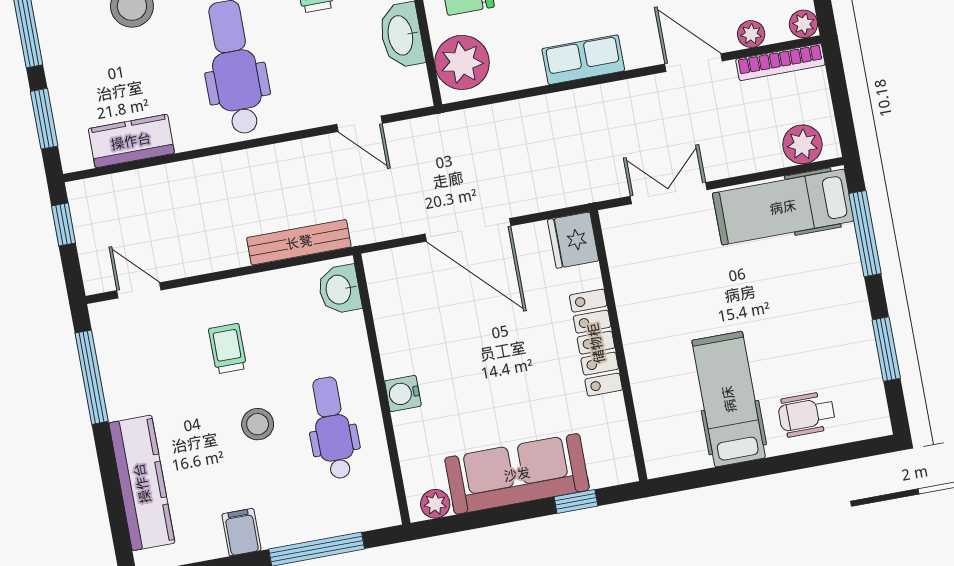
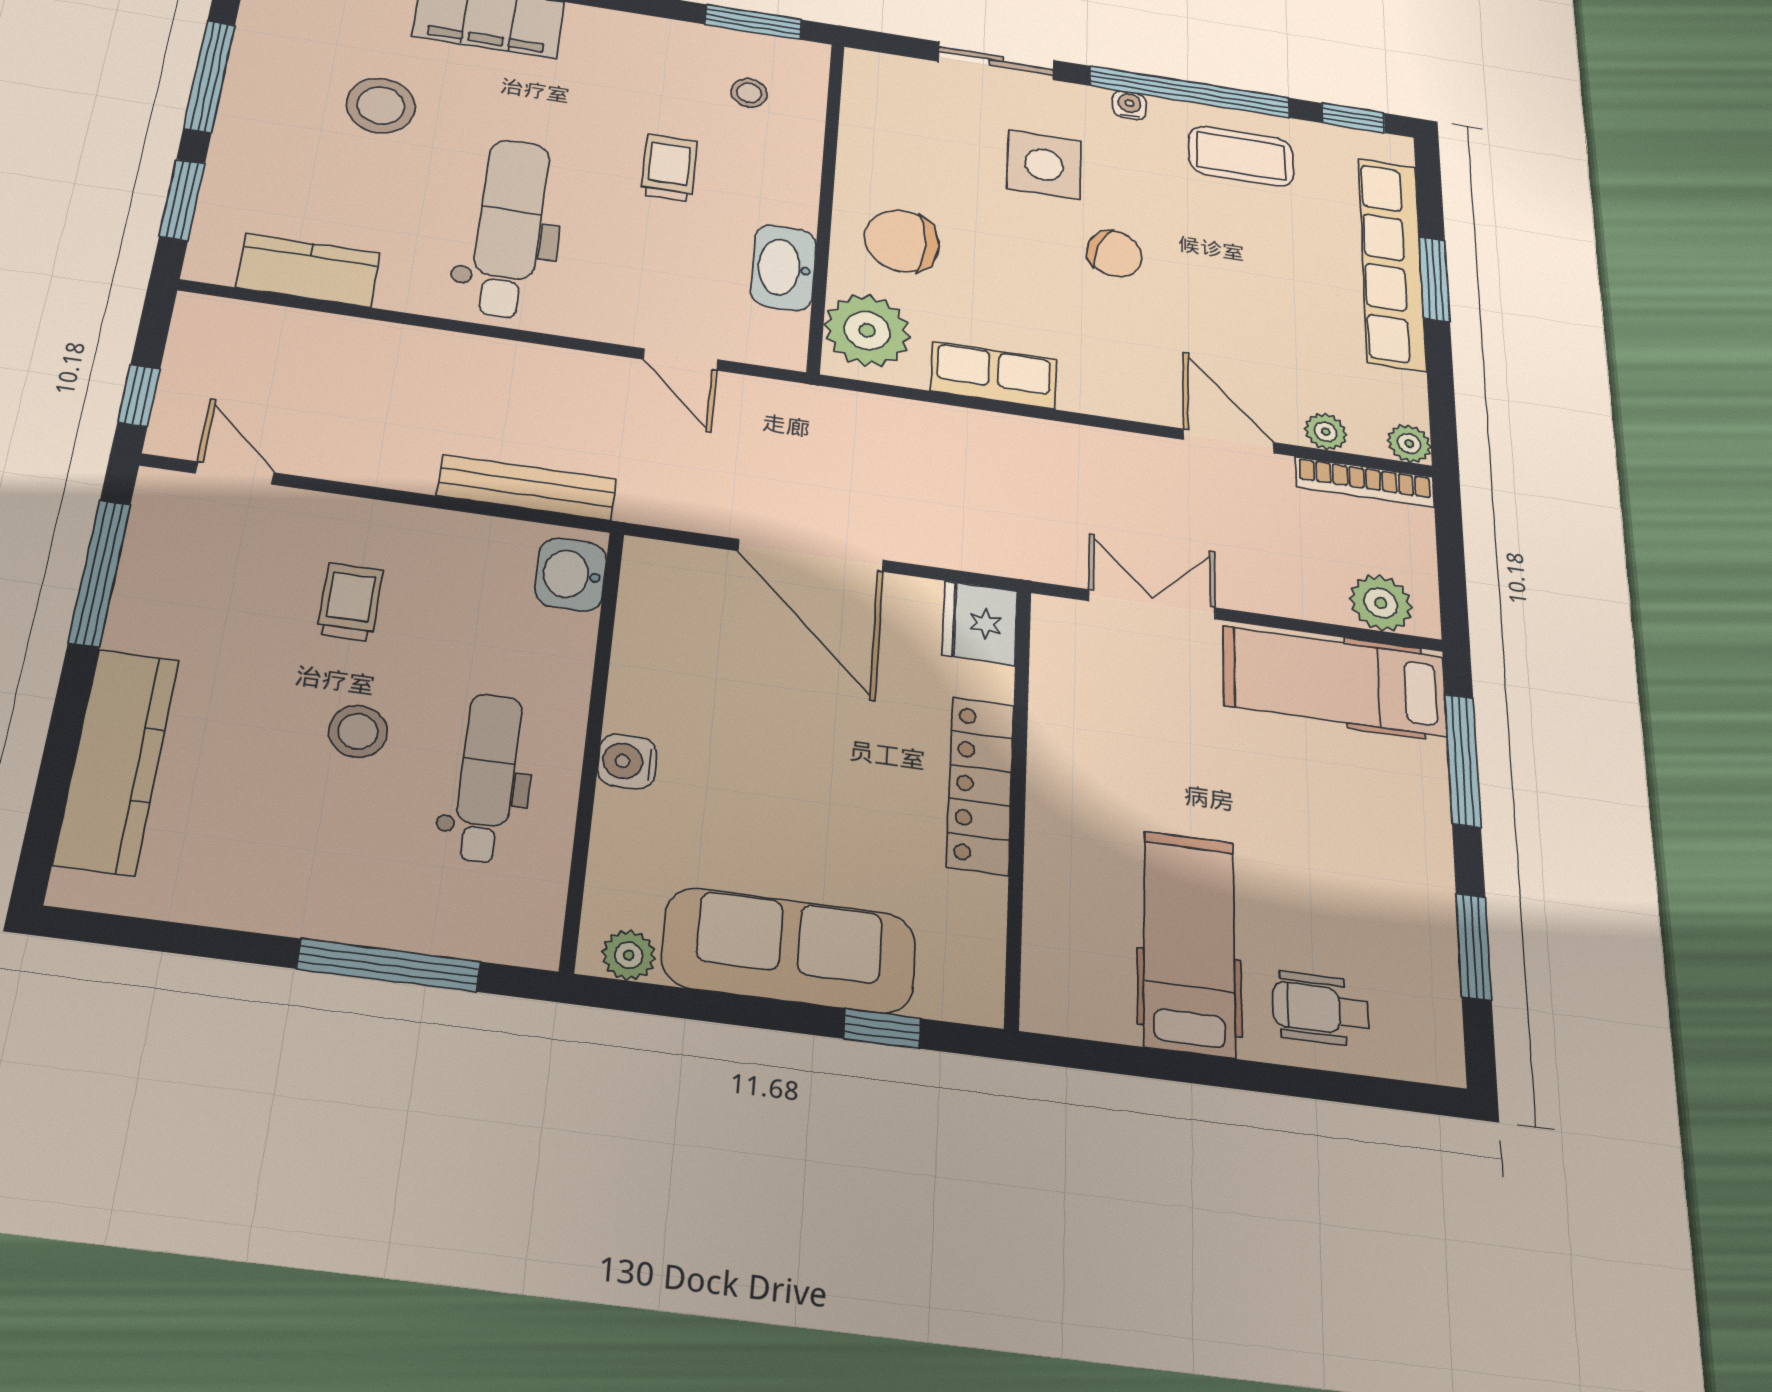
row of seats: (583, 60) -> (994, 375), moved
window: (64, 224) -> (139, 396), moved
filing cabinet: (241, 532) -> (263, 895), removed

